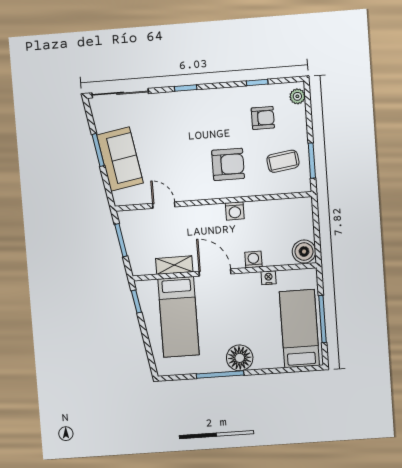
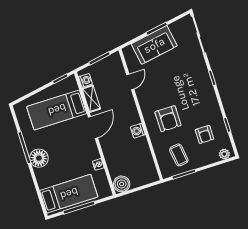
washing machine: (253, 260) -> (85, 80), moved

